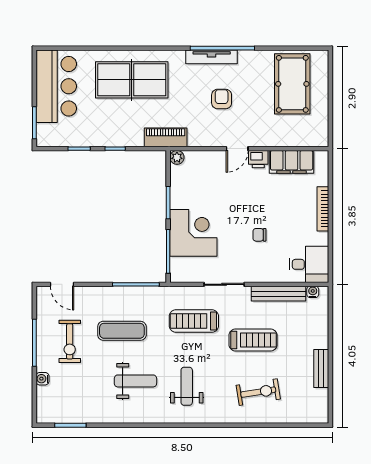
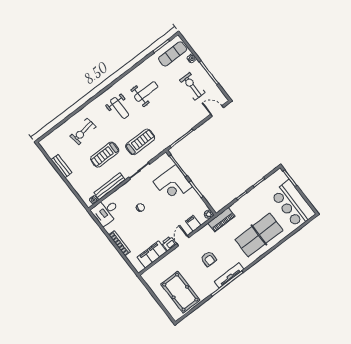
filing cabinet: (206, 161) -> (193, 223), added
exercise mat: (122, 331) -> (173, 54), moved
weight bench: (135, 381) -> (146, 92), turned 180

